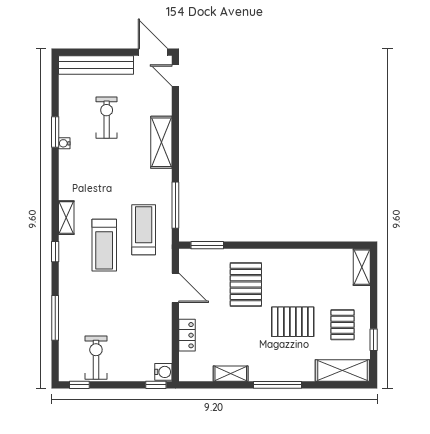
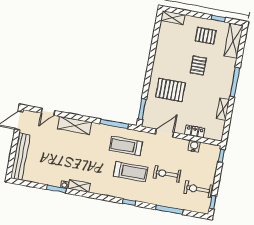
door: (175, 75) -> (48, 112), moved
exercise bike: (107, 118) -> (167, 174), moved
shelving: (66, 218) -> (79, 186), moved
pallet: (293, 322) -> (198, 66), width x0.67, depth x0.71
water cooler: (163, 372) -> (194, 146), moved

